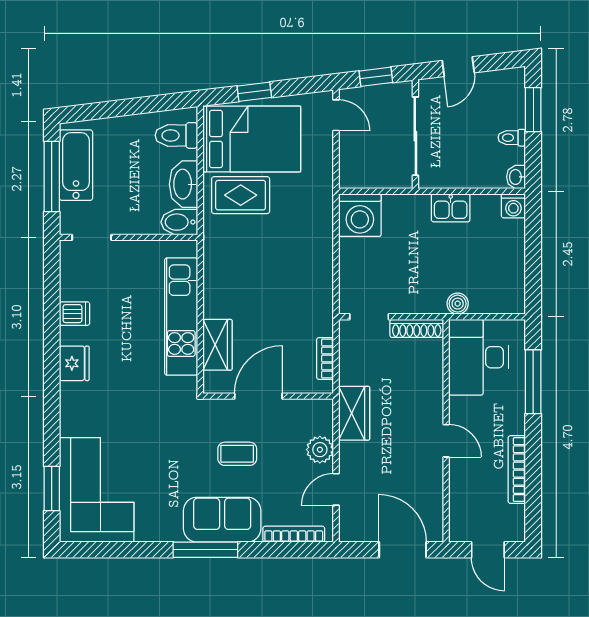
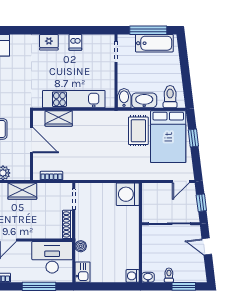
kitchen sink: (451, 208) -> (82, 272), moved, turned 180

